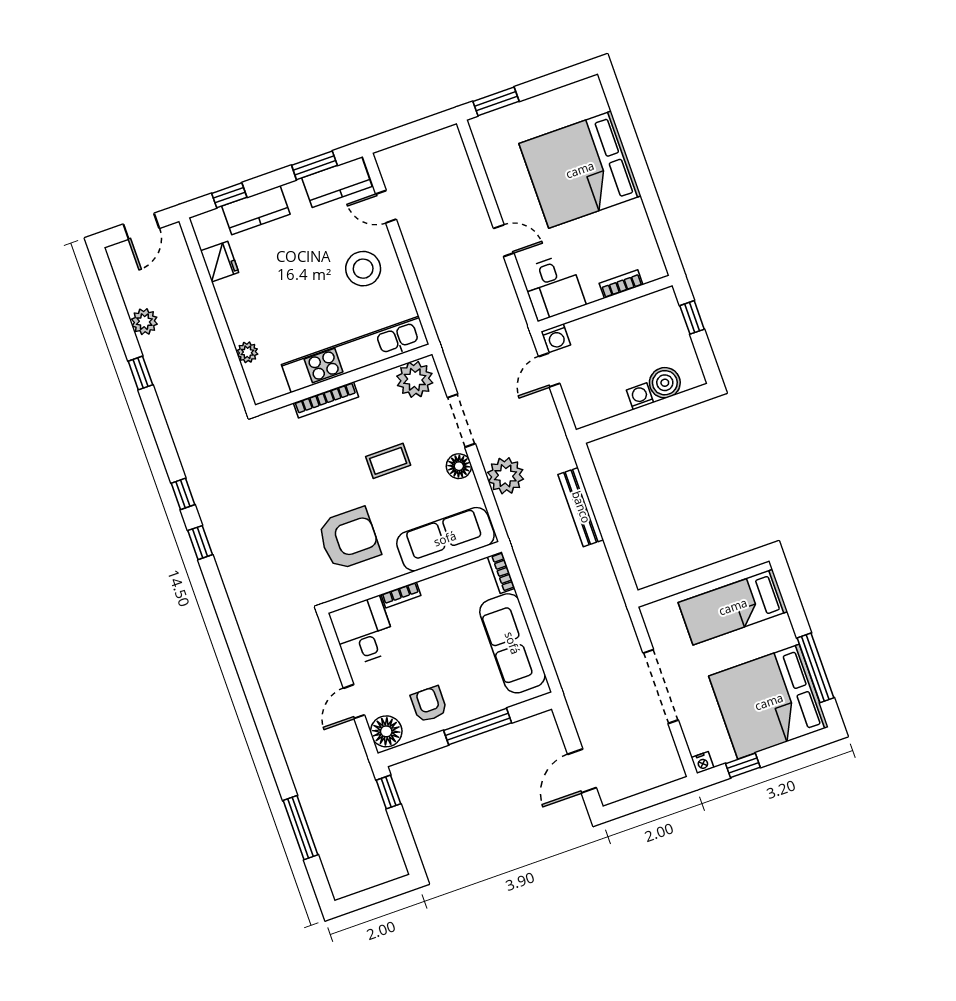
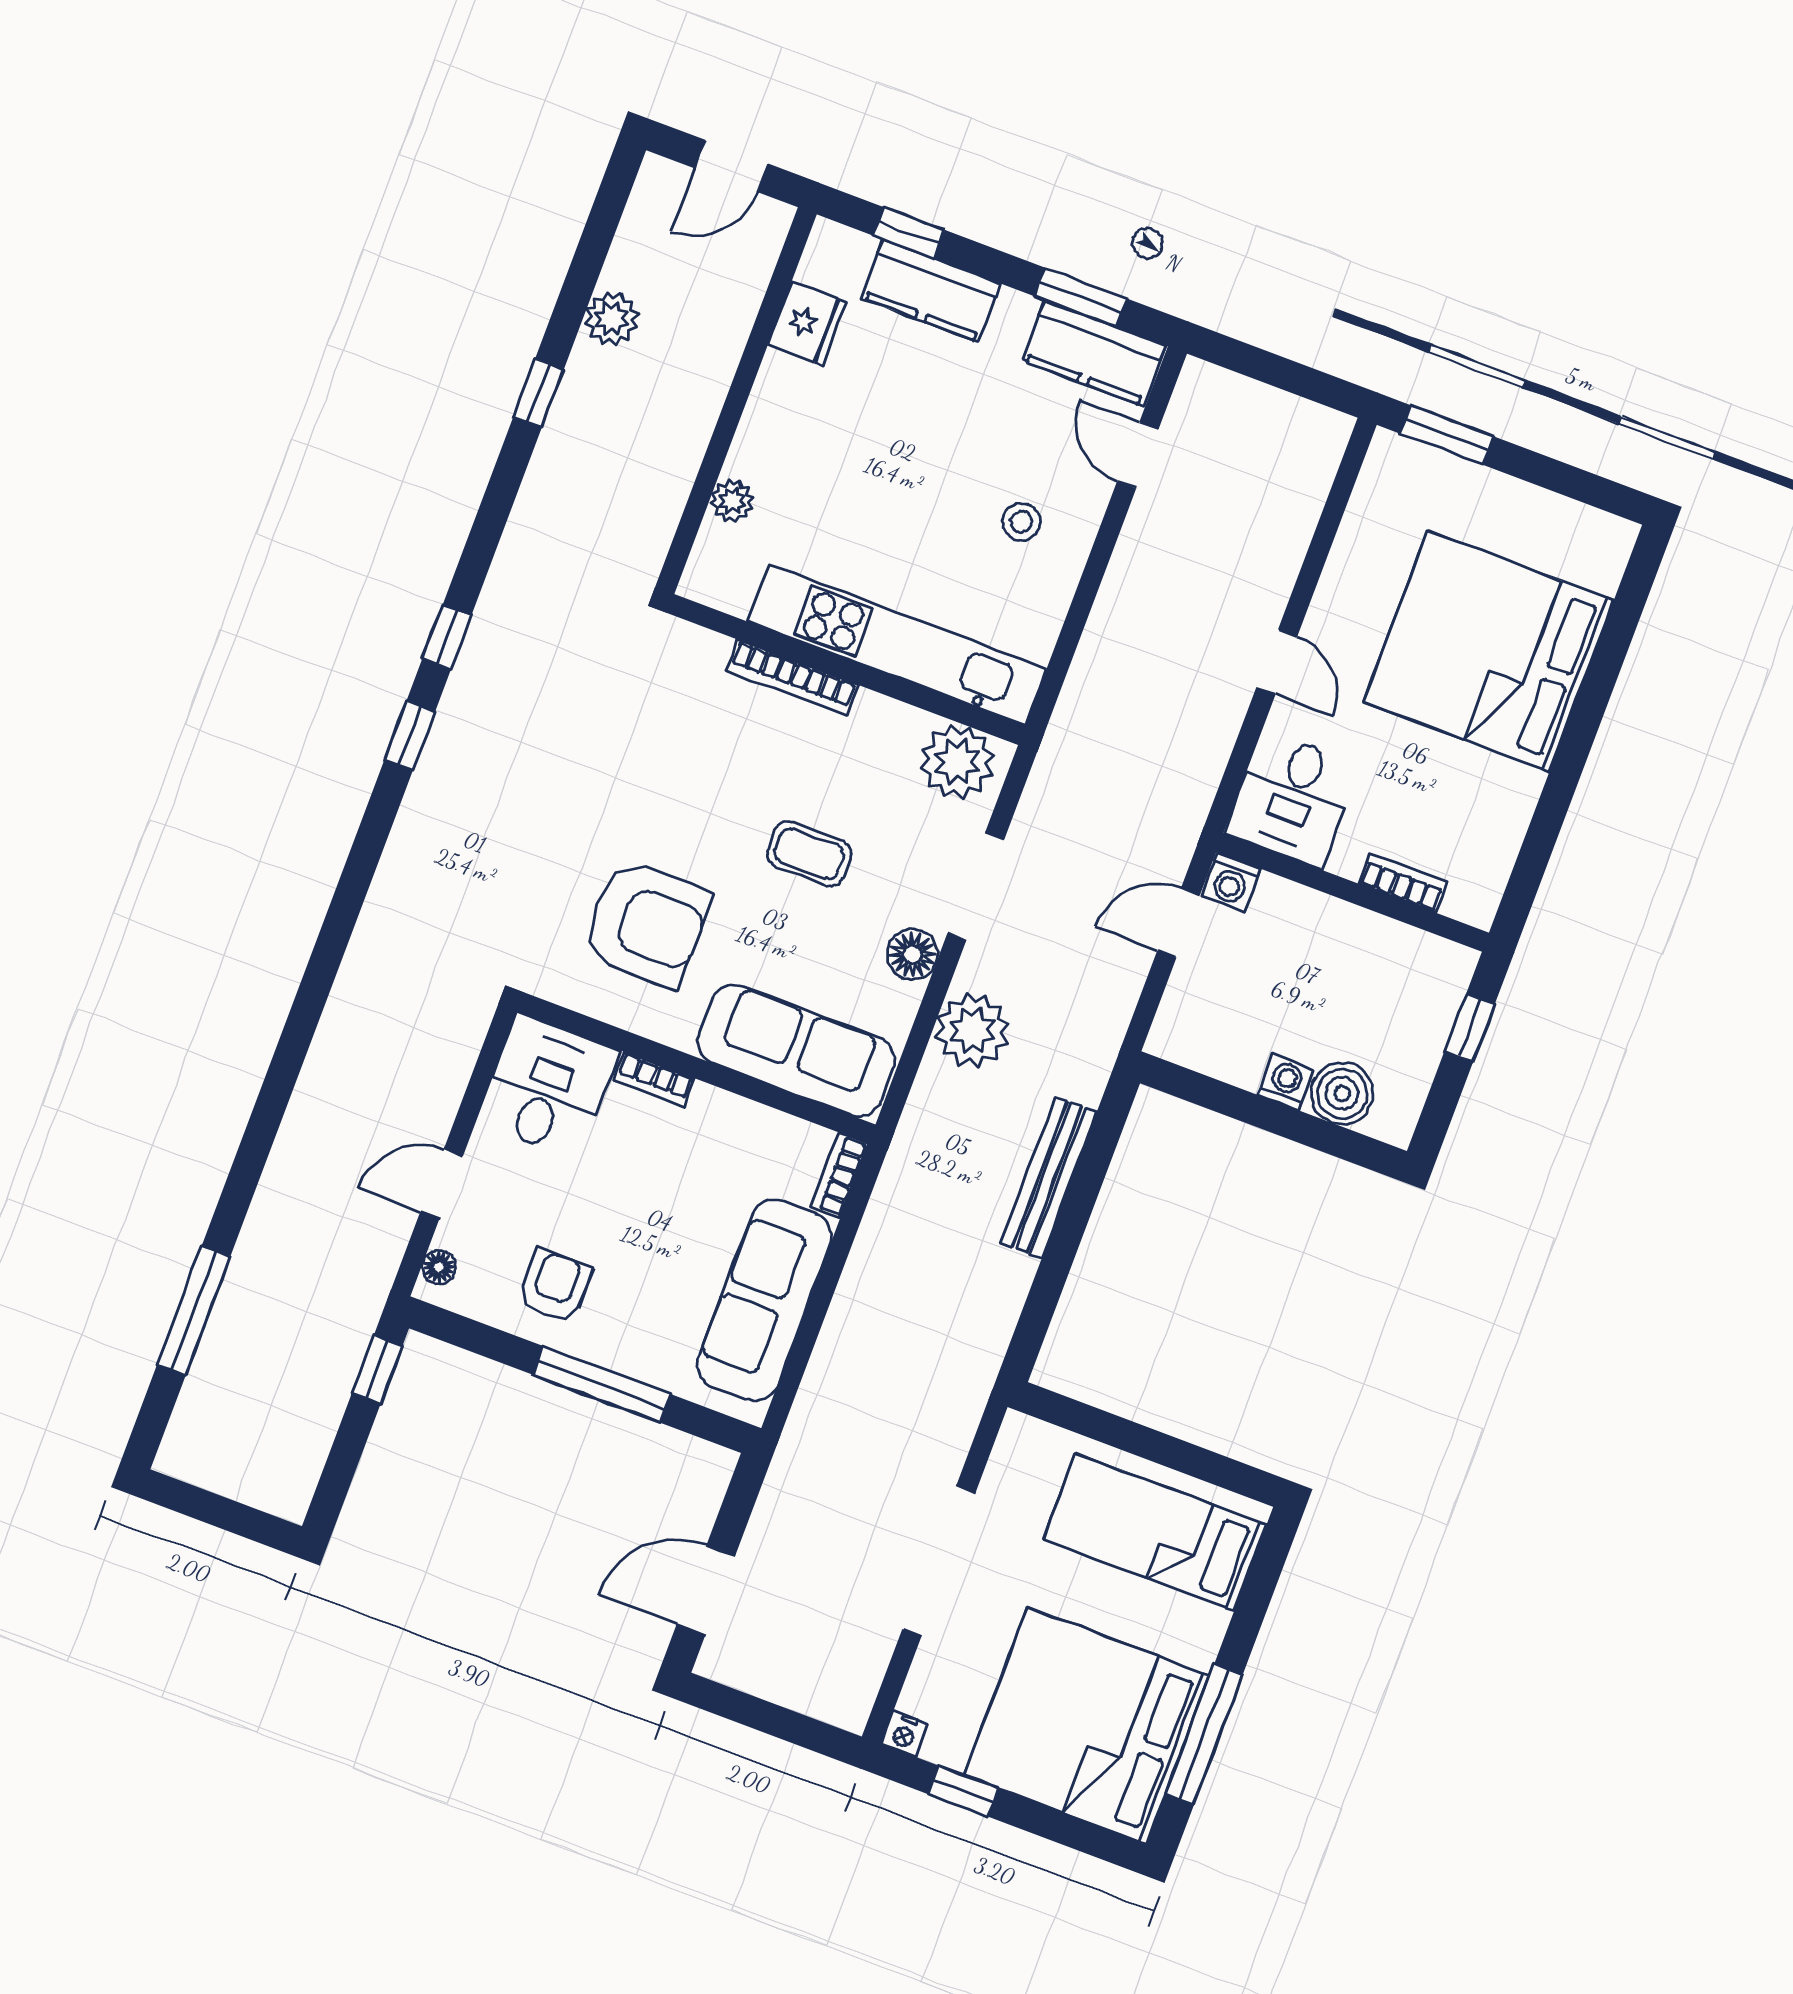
stool: (363, 269) -> (1021, 522), width x0.53, depth x0.53
floor lamp: (386, 731) -> (439, 1267), width x0.53, depth x0.53

